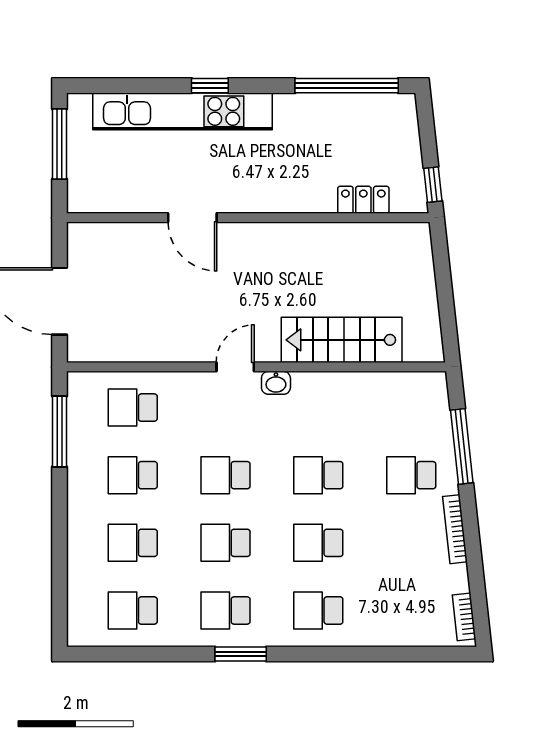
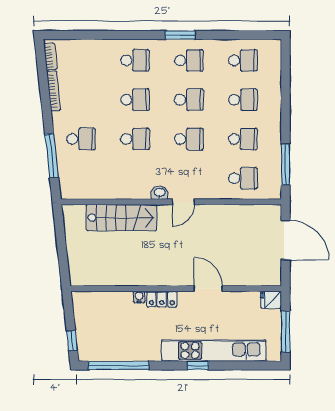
window: (433, 185) -> (72, 341), moved
fridge: (84, 199) -> (271, 300), added
locker: (363, 200) -> (162, 299), moved
water cooler: (311, 203) -> (139, 297), added
bookcase: (455, 529) -> (54, 91), moved

